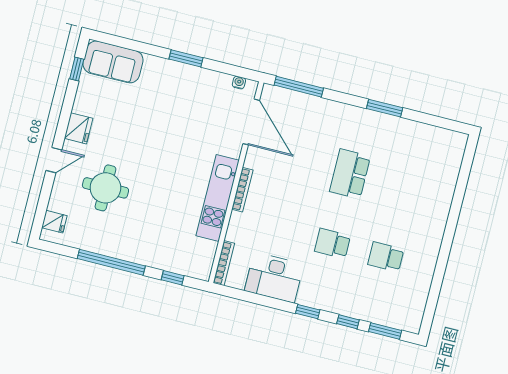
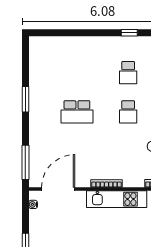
window: (440, 272) -> (129, 33), added

